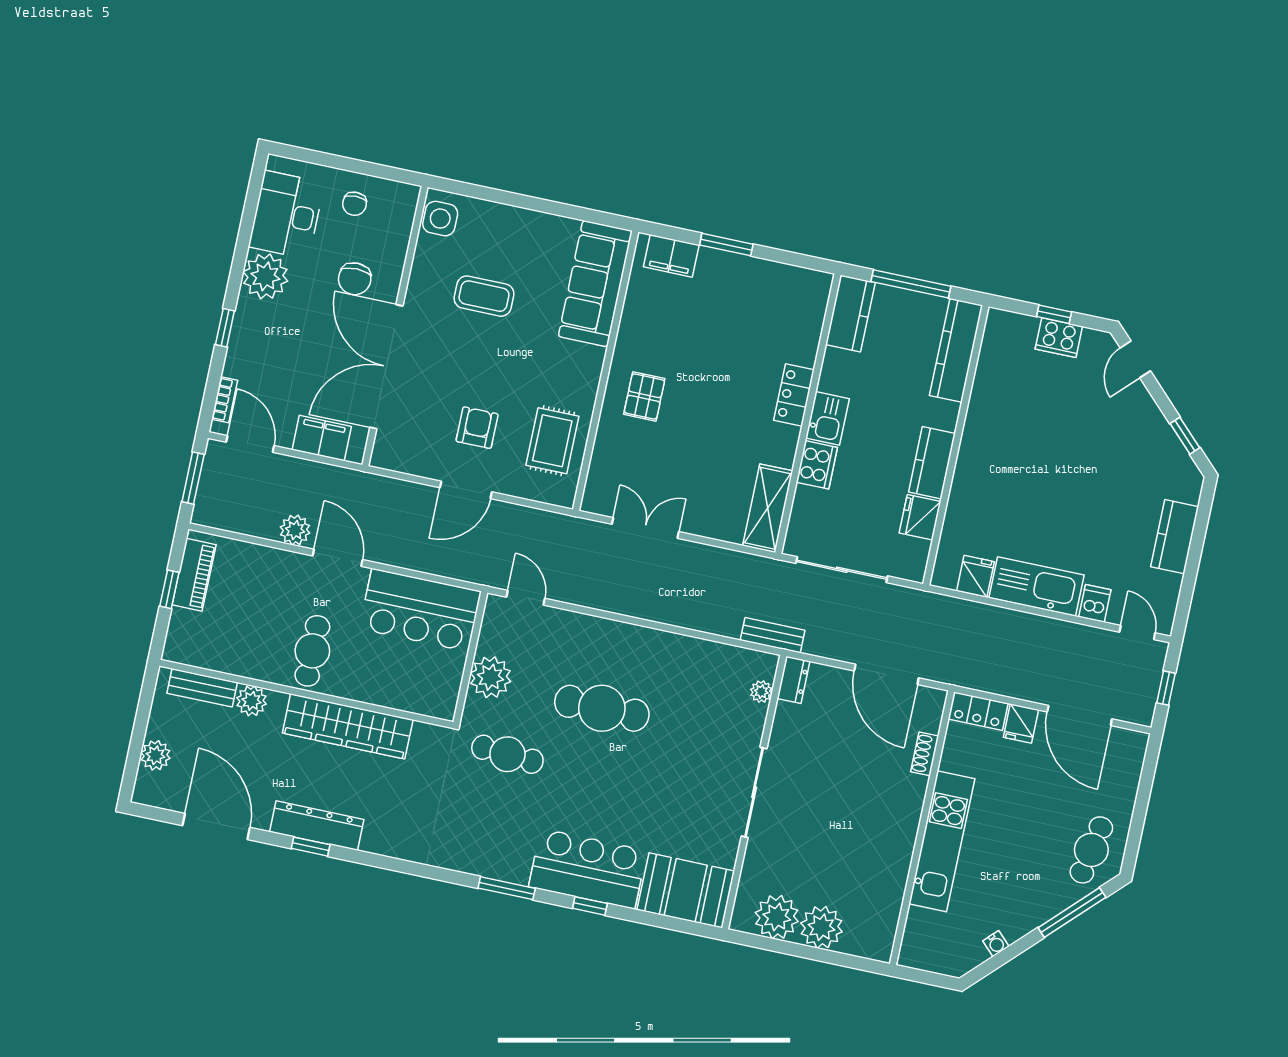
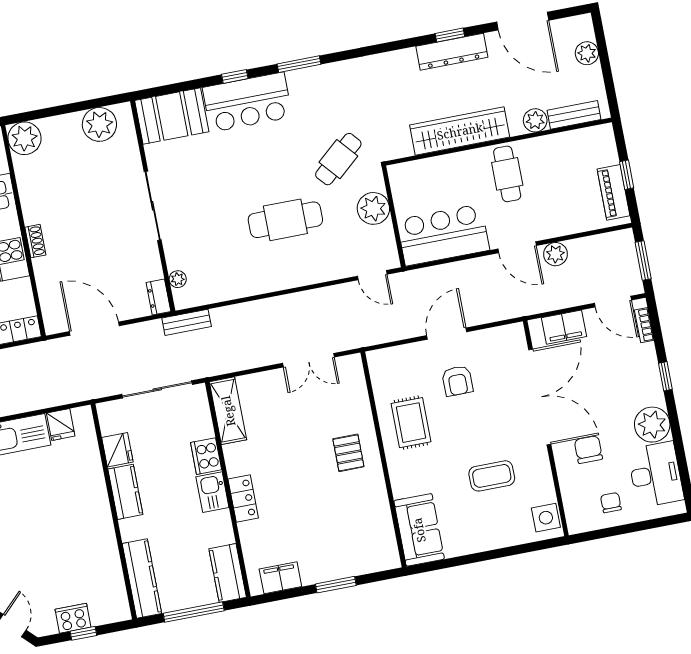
filing cabinet: (671, 256) -> (280, 578), moved
sofa: (595, 284) -> (419, 530), width x0.73
rug: (552, 441) -> (411, 423), moved
cafe table: (507, 754) -> (338, 159), turned -45
shoe rack: (925, 754) -> (35, 241), moved
plant: (822, 927) -> (24, 138), moved

